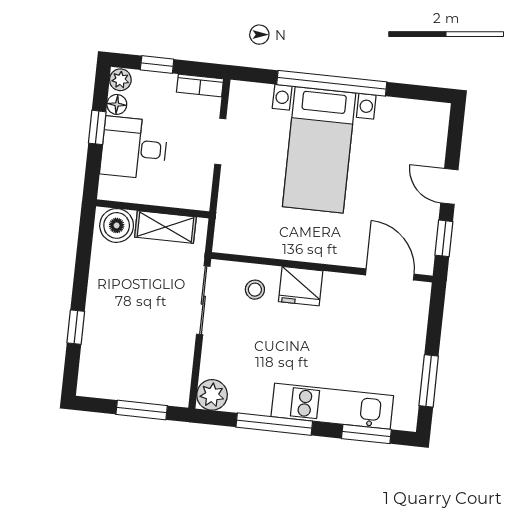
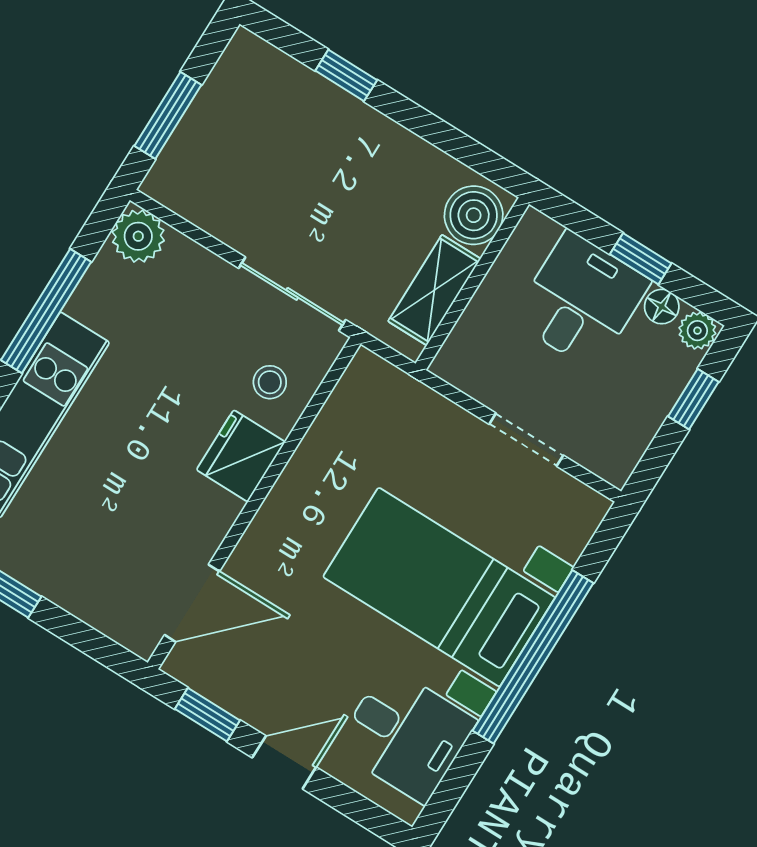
bookcase: (200, 85) -> (629, 450), removed
desk: (404, 130) -> (406, 735), added

